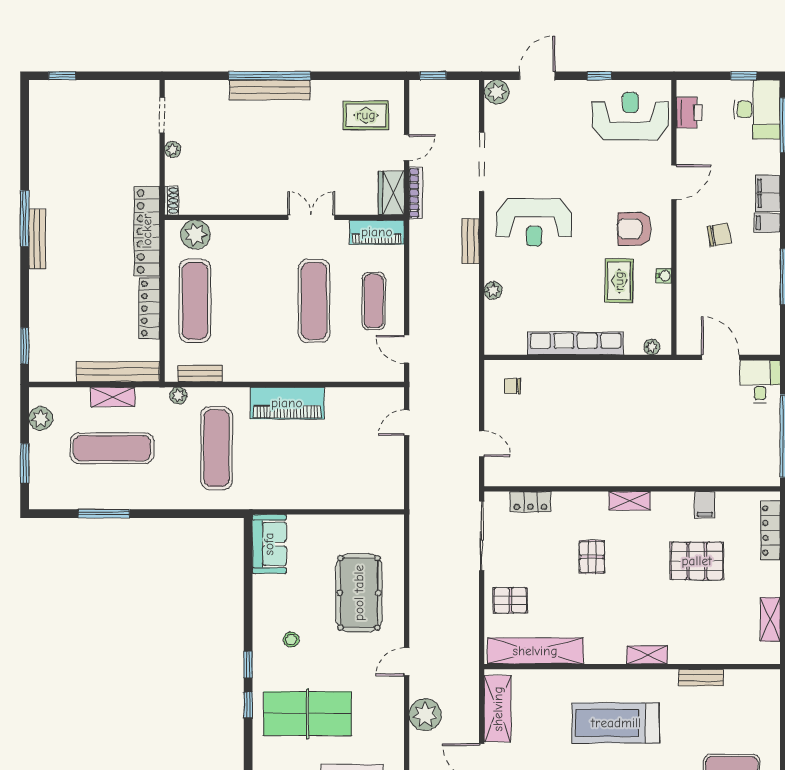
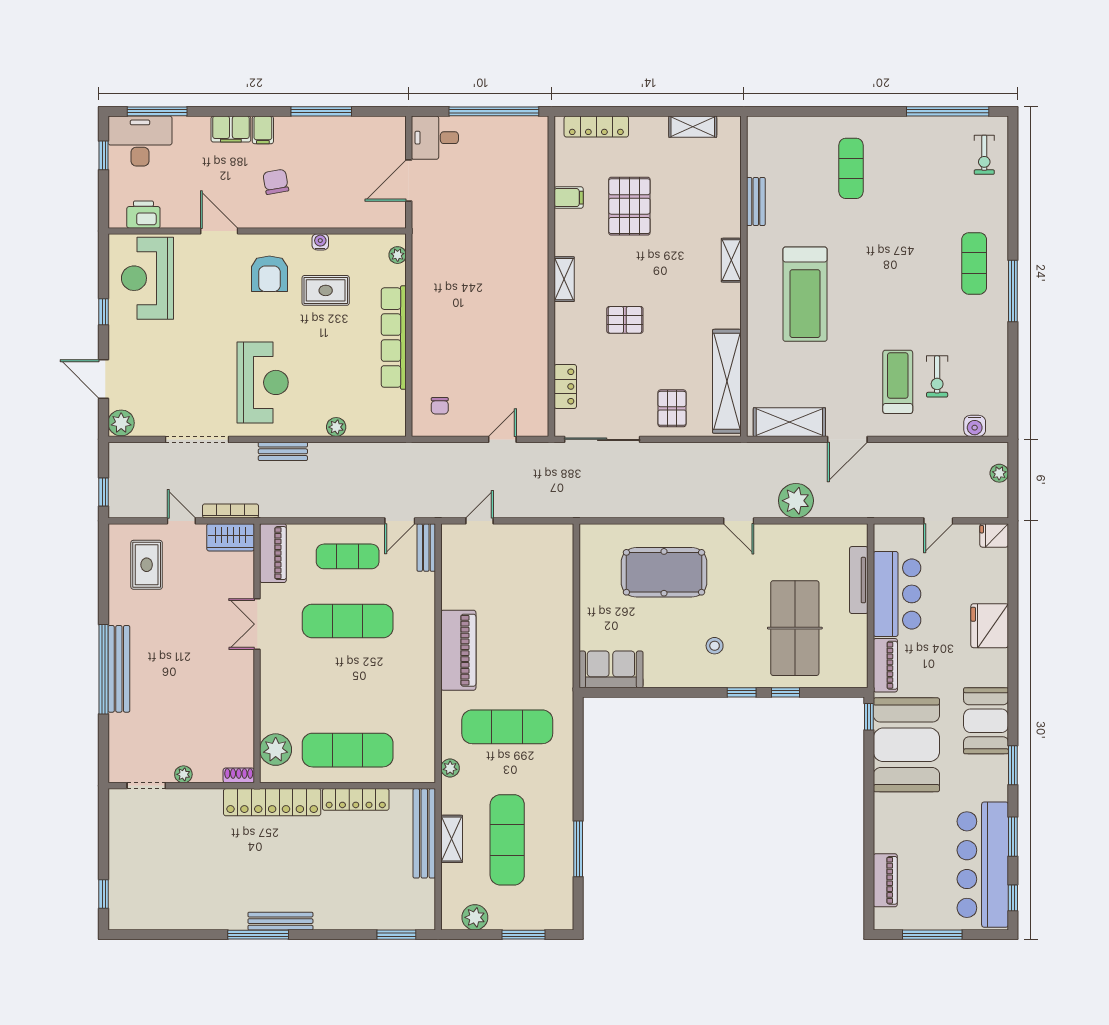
bench: (200, 374) -> (426, 547), moved
door: (407, 423) -> (480, 521), swing flipped

